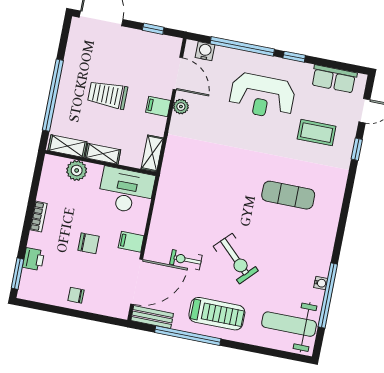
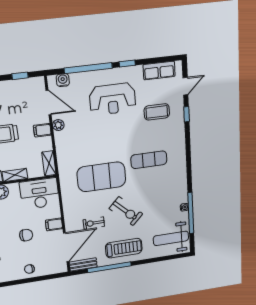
exercise mat: (216, 197) -> (101, 177), added

